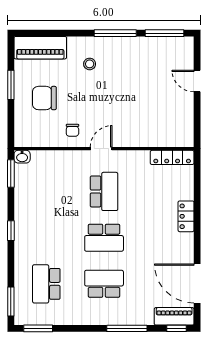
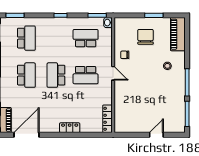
school desk: (46, 191) -> (86, 38), added
school desk: (46, 284) -> (26, 38), turned 90

